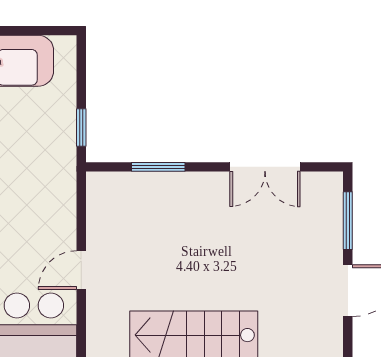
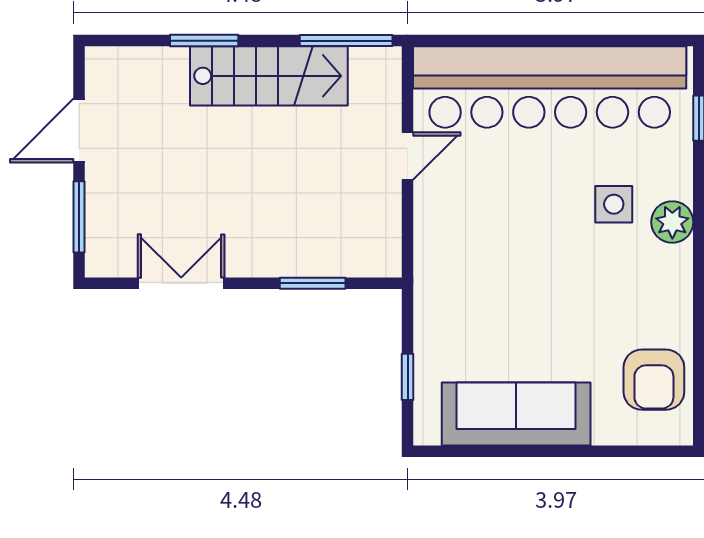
window: (81, 128) -> (408, 377), moved

